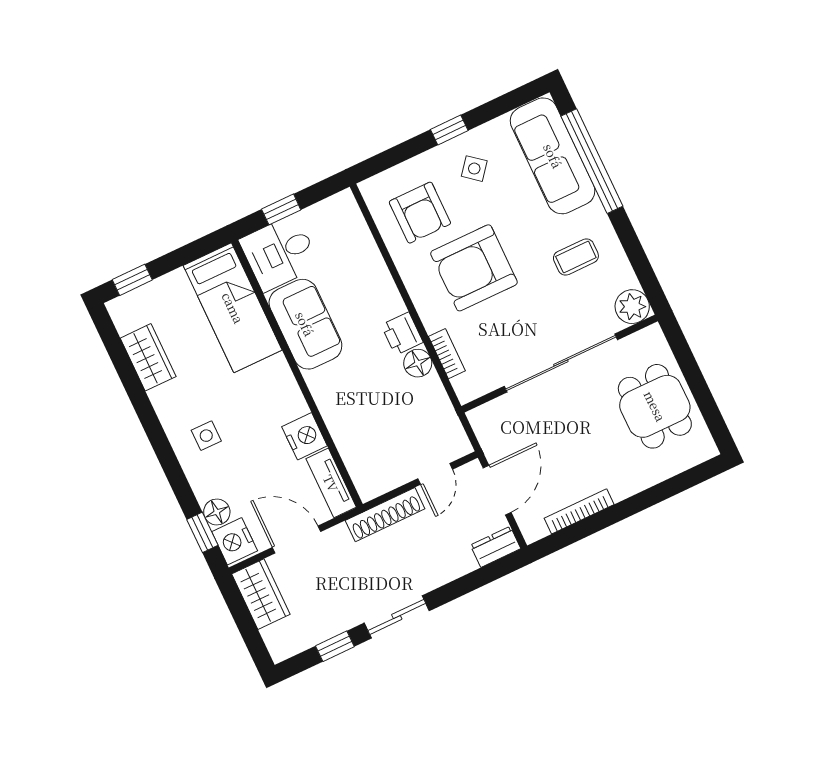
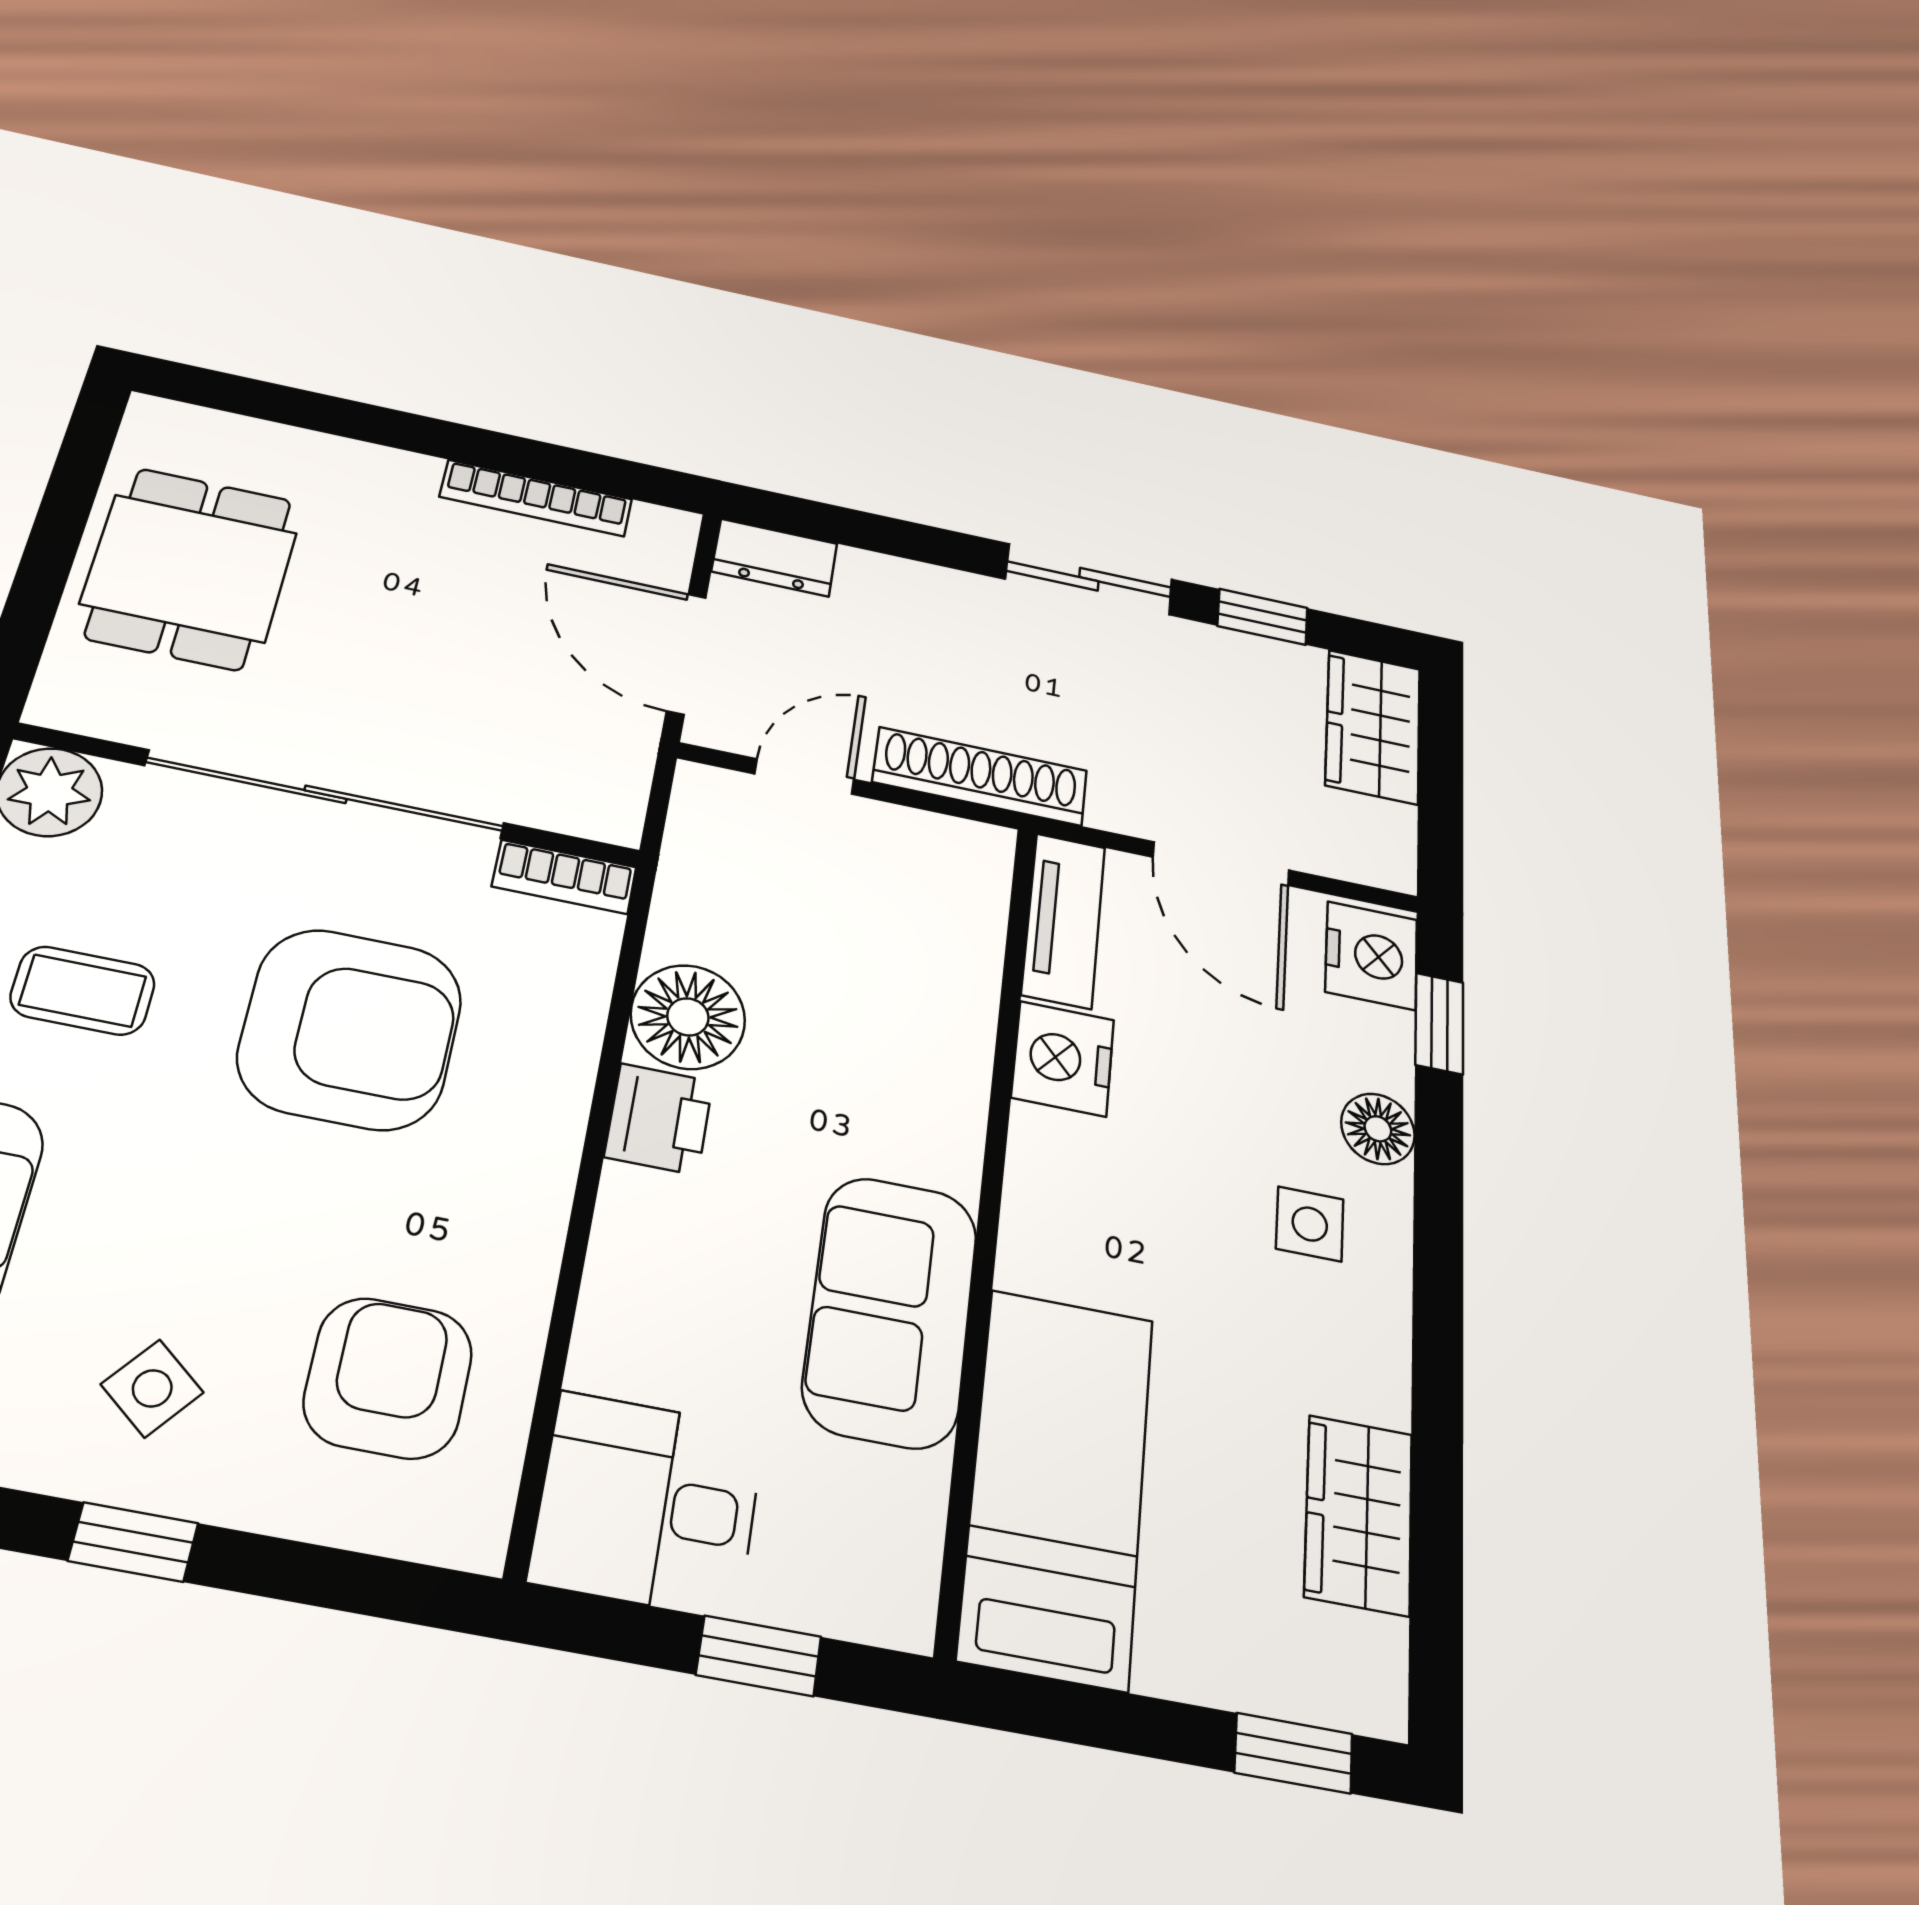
desk: (280, 253) -> (648, 1504), moved, turned 180
armchair: (474, 268) -> (350, 1029), moved
bookcase: (447, 354) -> (564, 877), moved, turned -90
floor lamp: (418, 363) -> (688, 1017), width x1.38, depth x1.38
door: (497, 490) -> (686, 654), hinge flipped
floor lamp: (217, 512) -> (1378, 1129), moved
wardrobe: (261, 594) -> (1373, 727), moved

